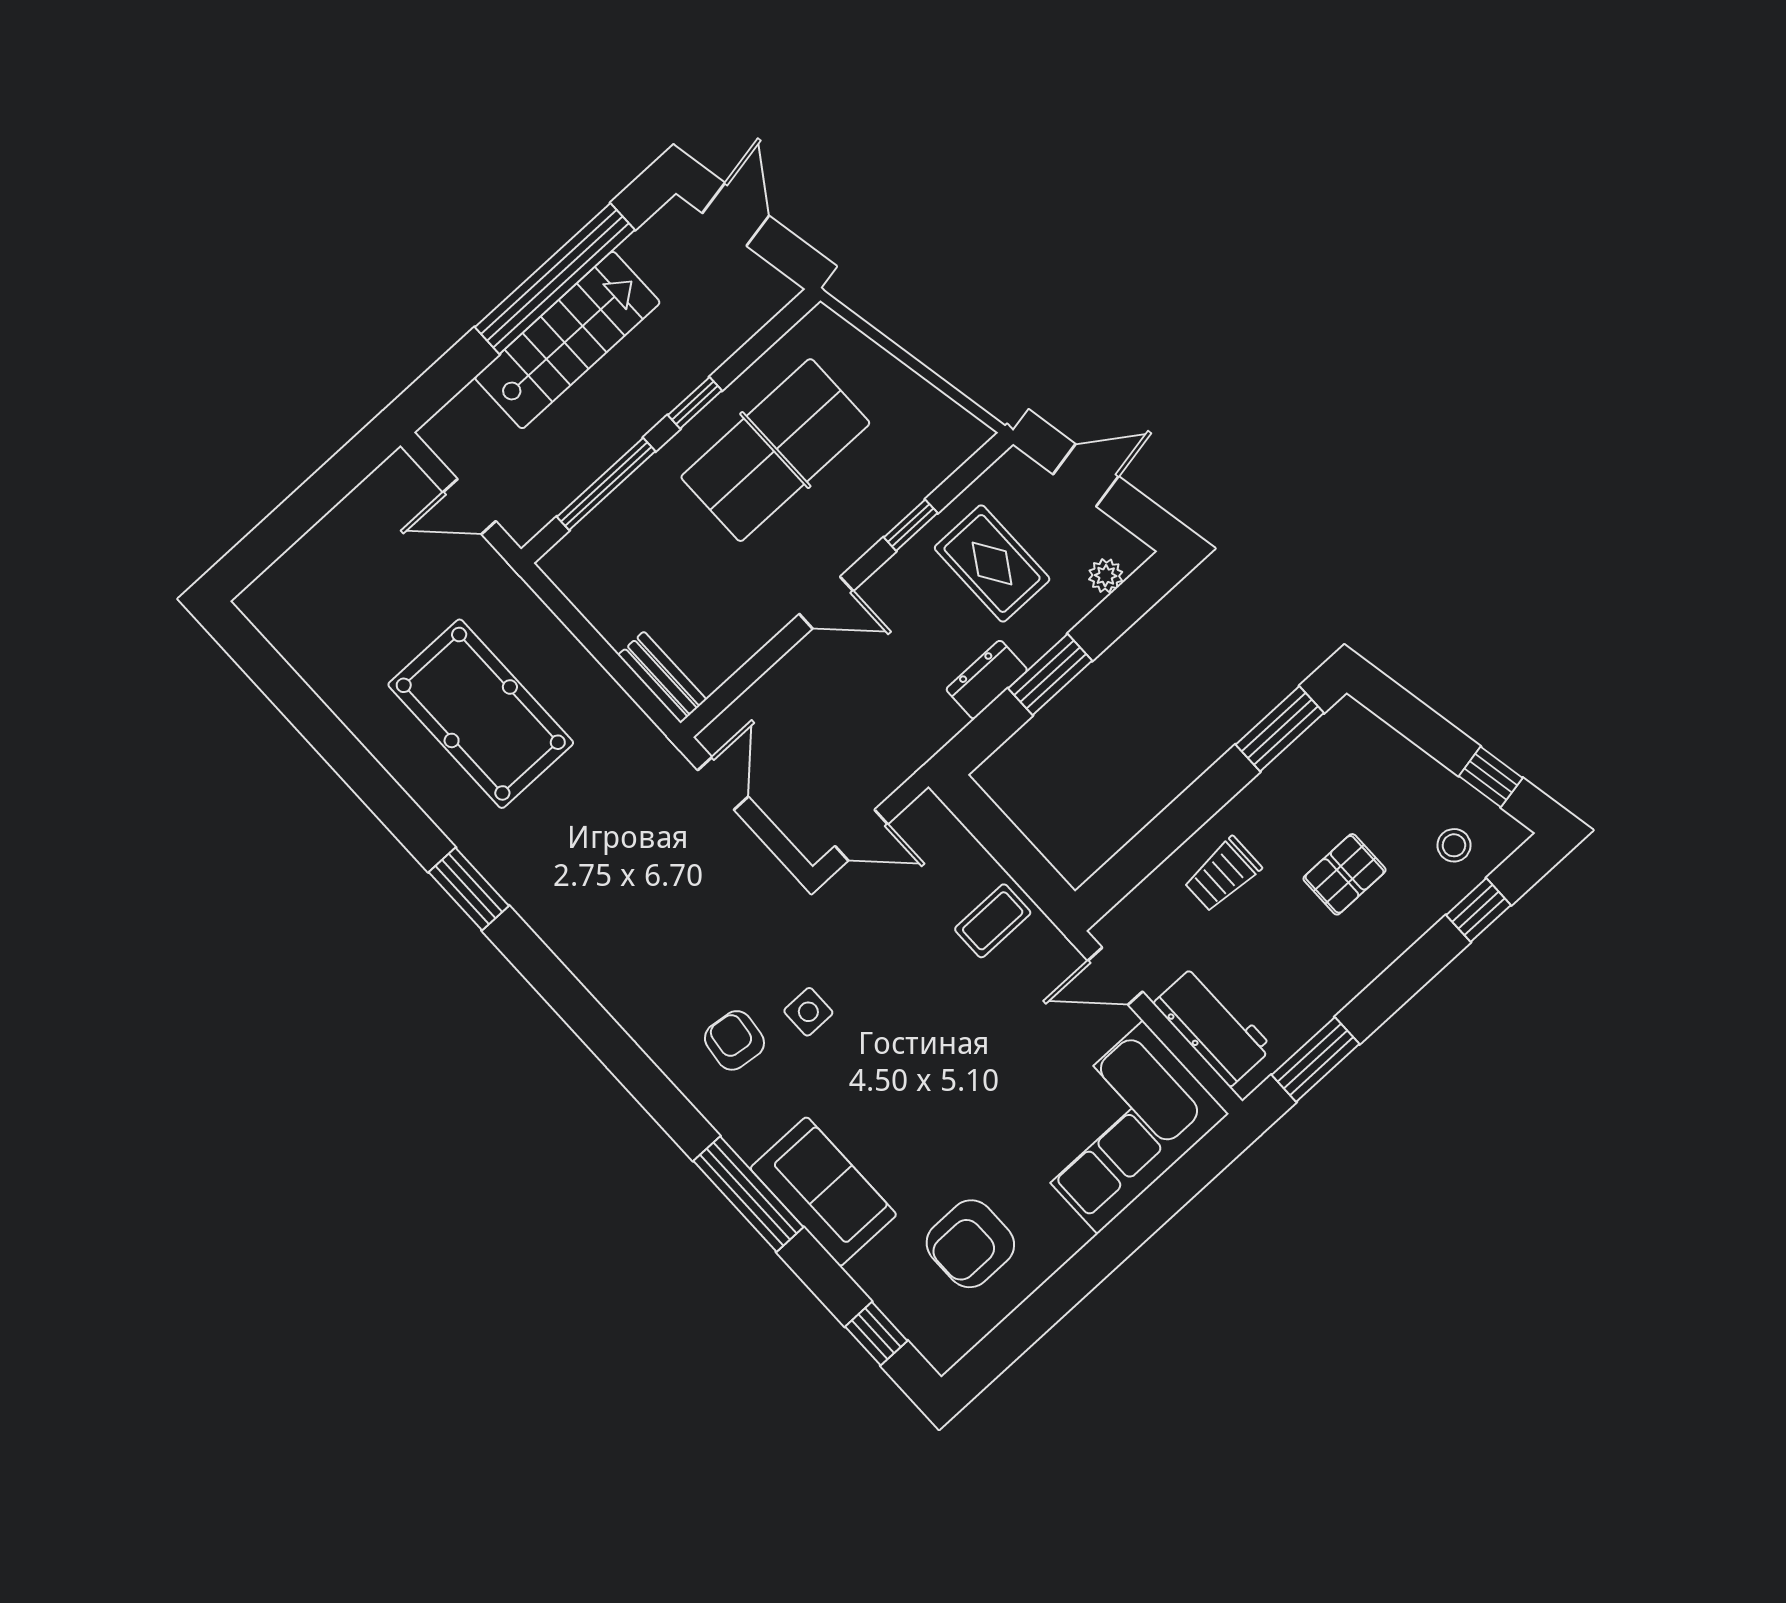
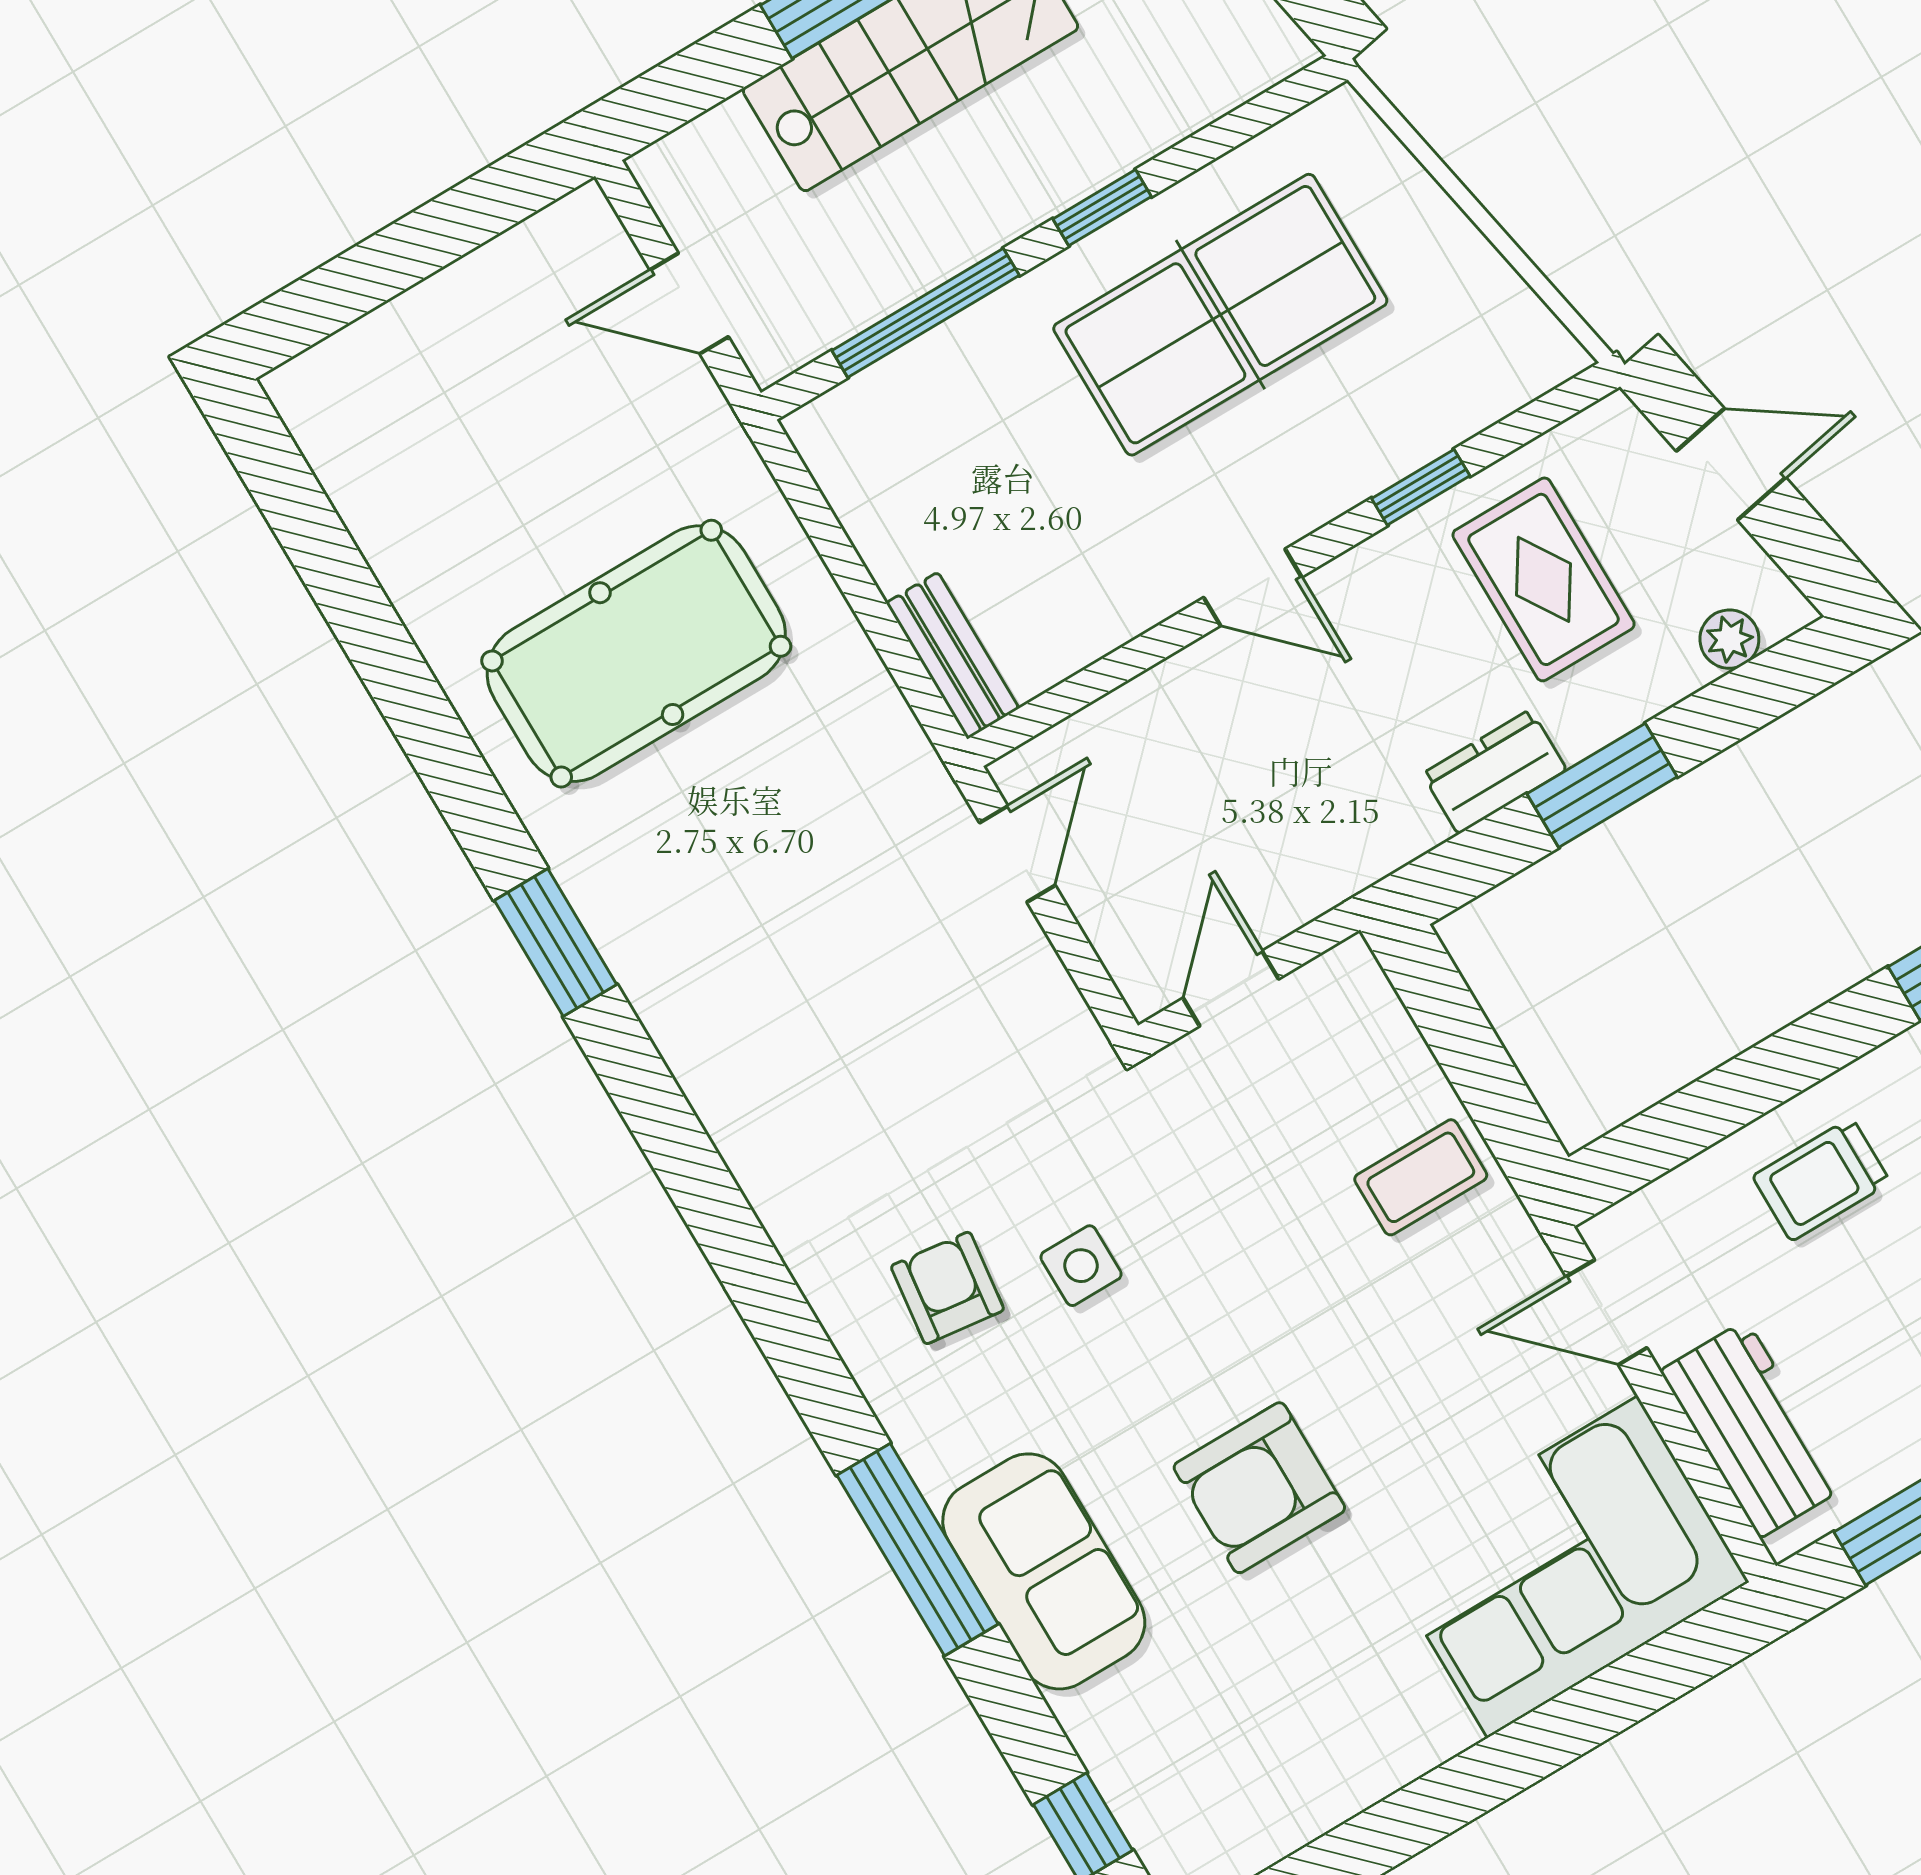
pool table: (481, 714) -> (636, 654), turned 90
door: (861, 835) -> (1231, 989), swing flipped
armchair: (970, 1244) -> (1259, 1488), moved

